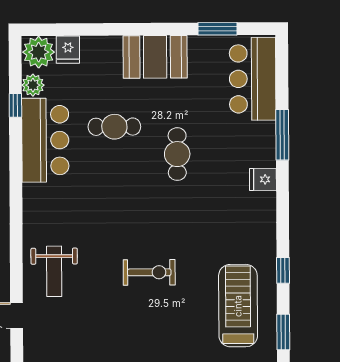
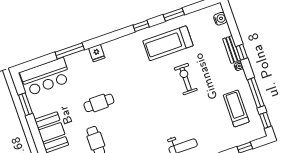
exercise bike: (149, 272) -> (186, 79), moved

